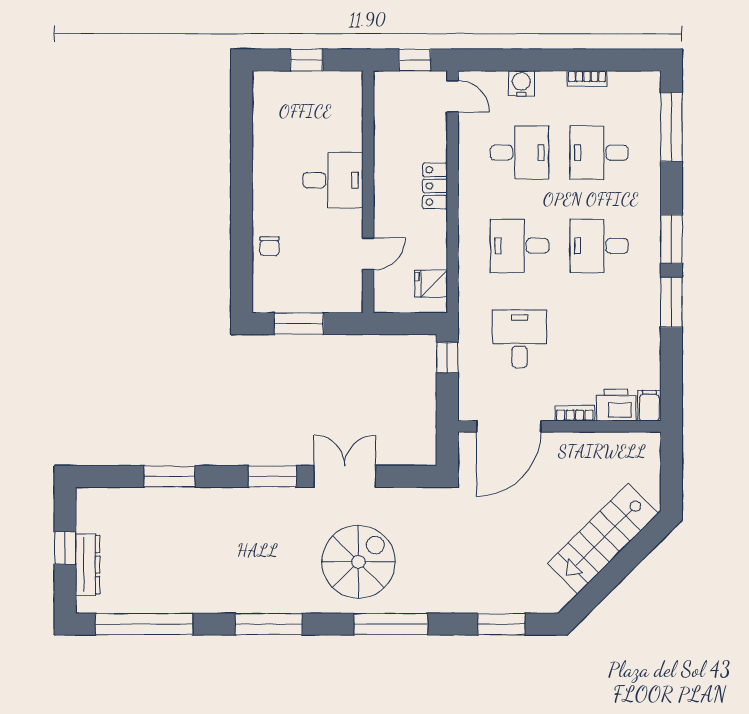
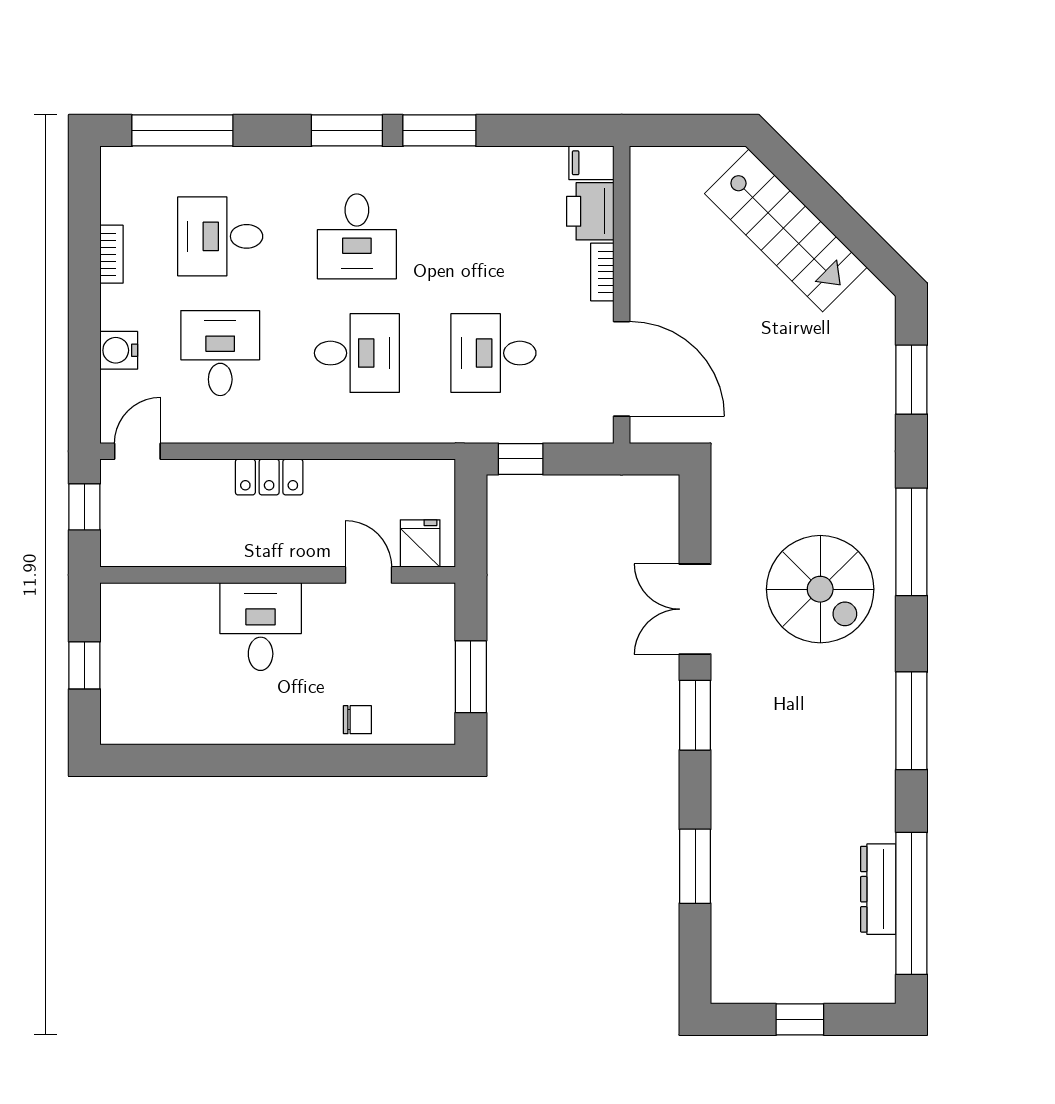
desk: (599, 153) -> (220, 236), turned 90
desk: (519, 246) -> (357, 353), turned -90
fridge: (431, 284) -> (420, 544), moved, turned 180
spiral stairs: (358, 562) -> (820, 589), turned 180
dresser: (88, 565) -> (878, 889), moved, turned -90

